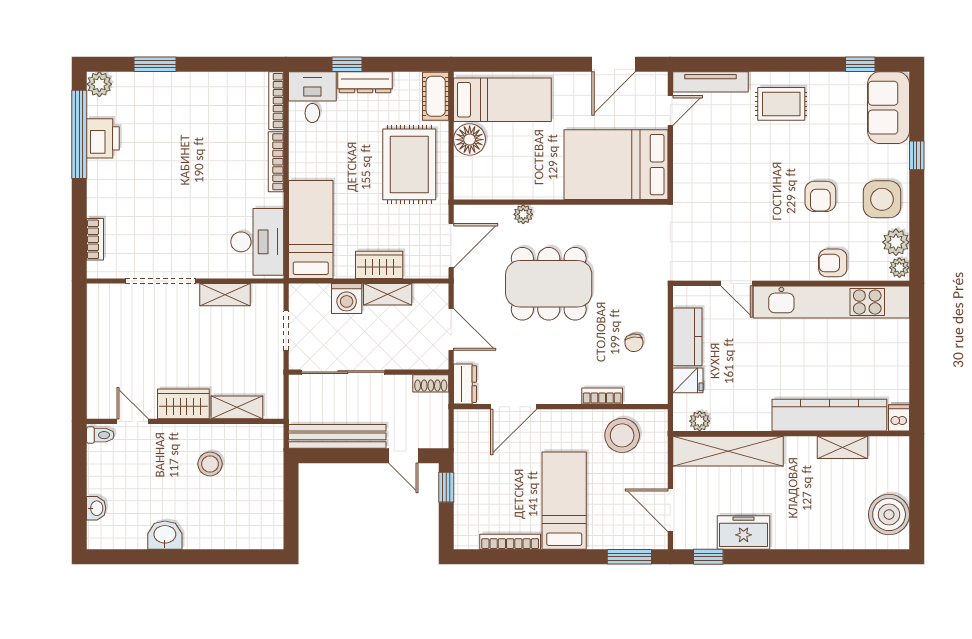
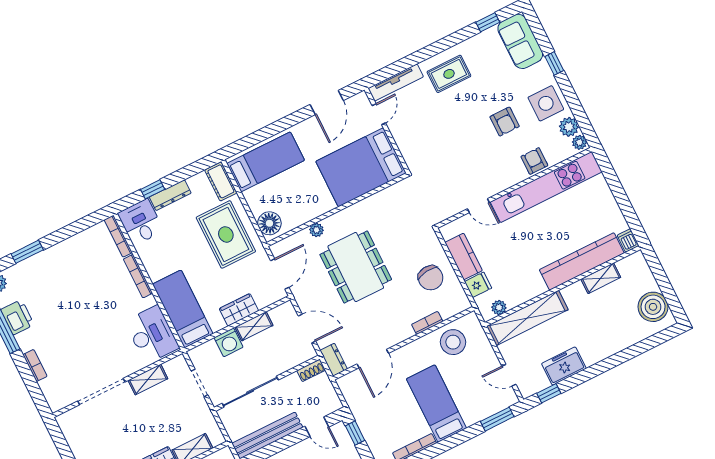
floor lamp: (470, 140) -> (269, 223), moved
bookcase: (95, 239) -> (35, 365), moved
armchair: (833, 263) -> (534, 161), turned 90
dining table: (549, 284) -> (356, 267), turned 90
chair: (634, 343) -> (431, 278), width x1.87, depth x1.87
door: (670, 510) -> (509, 375), width x0.73

